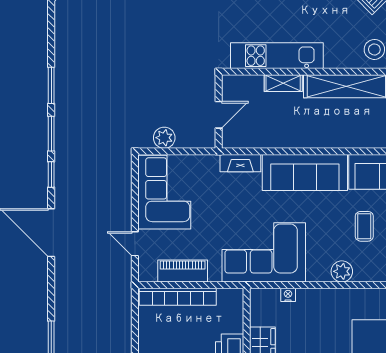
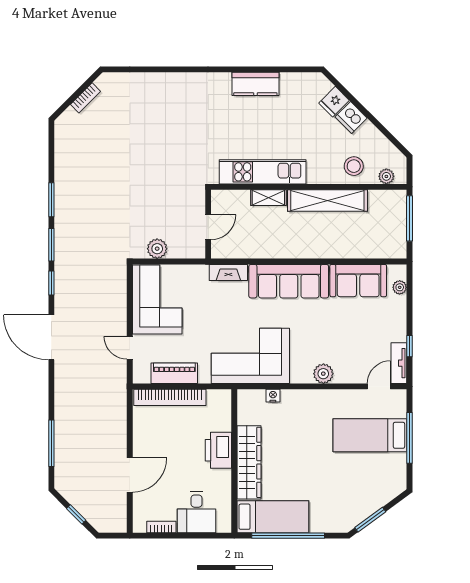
coffee table: (364, 226) -> (344, 331), removed

